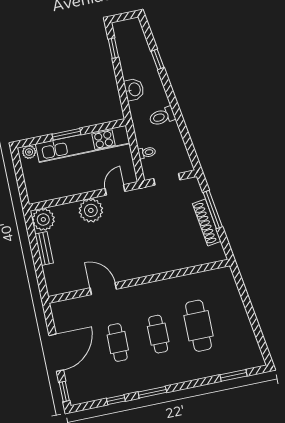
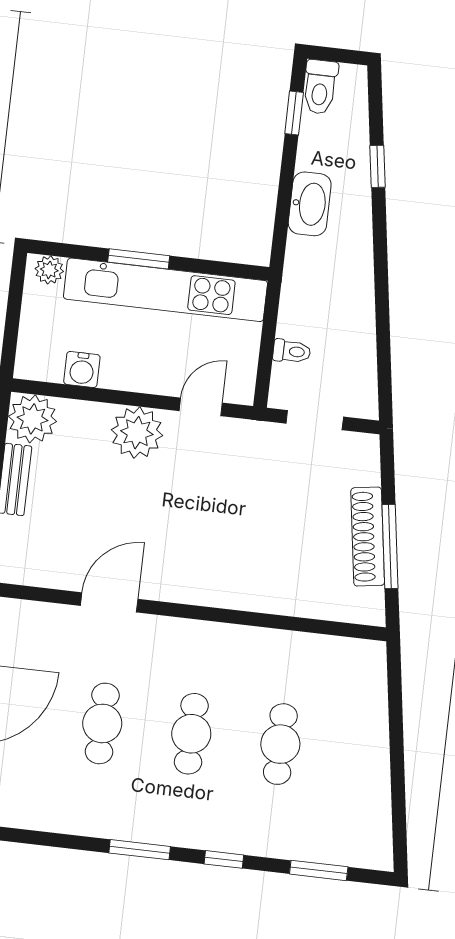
washbasin: (134, 89) -> (310, 204), width x1.38
toilet: (162, 116) -> (320, 87), moved, turned -82
water cooler: (58, 191) -> (82, 369), added
window: (213, 210) -> (390, 547), moved
door: (103, 289) -> (109, 602), hinge flipped
cafe table: (199, 326) -> (280, 744), width x0.73, depth x0.74
window: (116, 400) -> (224, 859), moved

